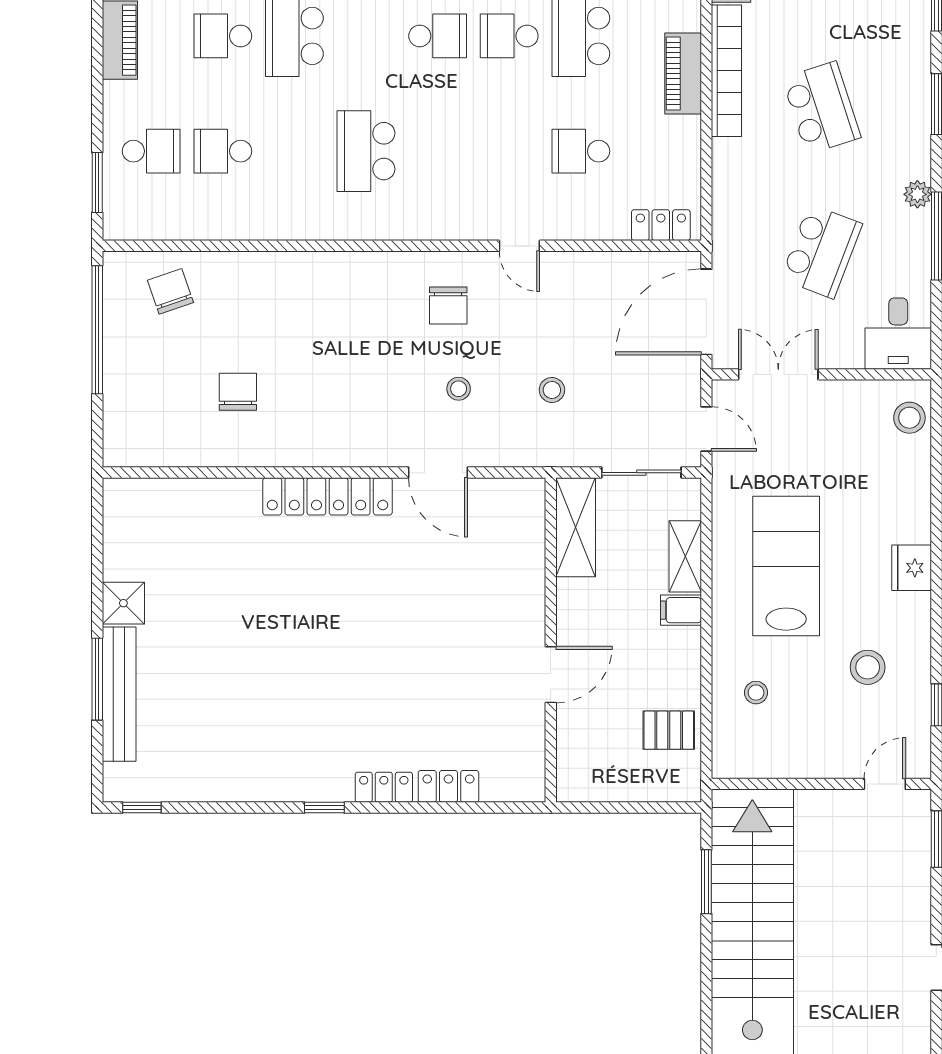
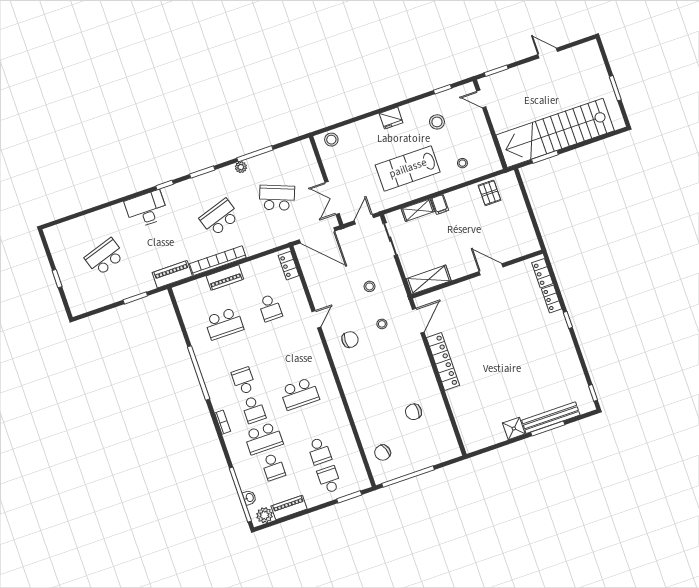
school desk: (509, 36) -> (254, 410), moved
desk: (898, 334) -> (299, 156), removed
shelving: (576, 527) -> (429, 280), moved
wall: (551, 640) -> (477, 274), moved
door: (551, 675) -> (491, 269), moved

